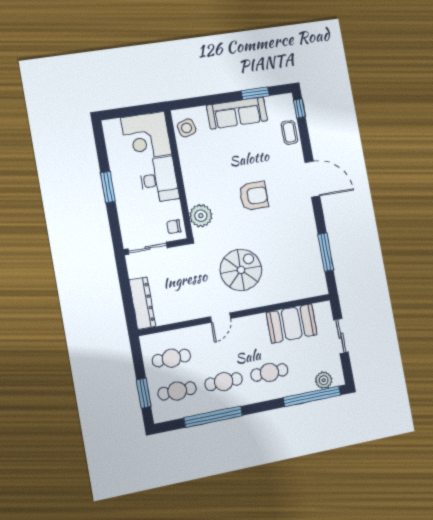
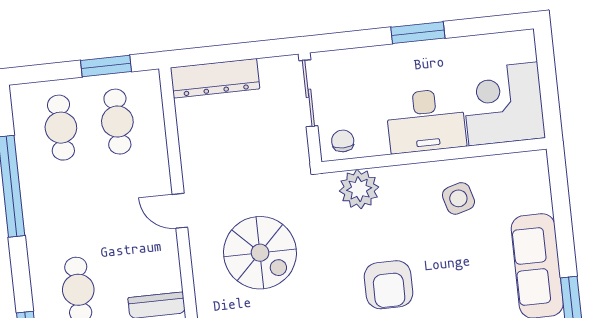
side table: (187, 128) -> (458, 198), moved
cafe table: (224, 382) -> (70, 209), removed
window: (144, 393) -> (106, 66), moved

